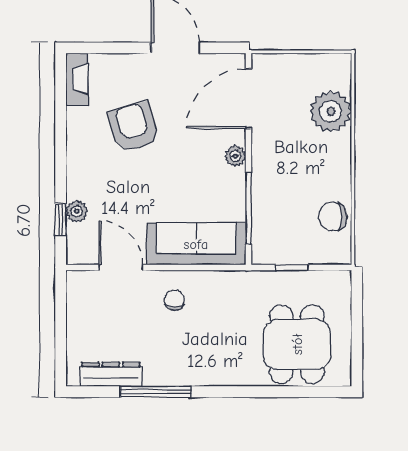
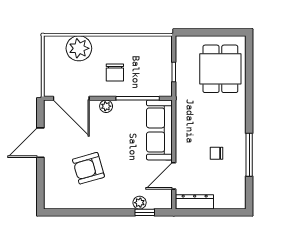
fireplace: (77, 79) -> (59, 202), removed
chair: (333, 216) -> (115, 72), moved
chair: (174, 300) -> (216, 153), moved
dining table: (297, 344) -> (220, 69), turned 90
dresser: (111, 374) -> (195, 202), moved, turned 90

